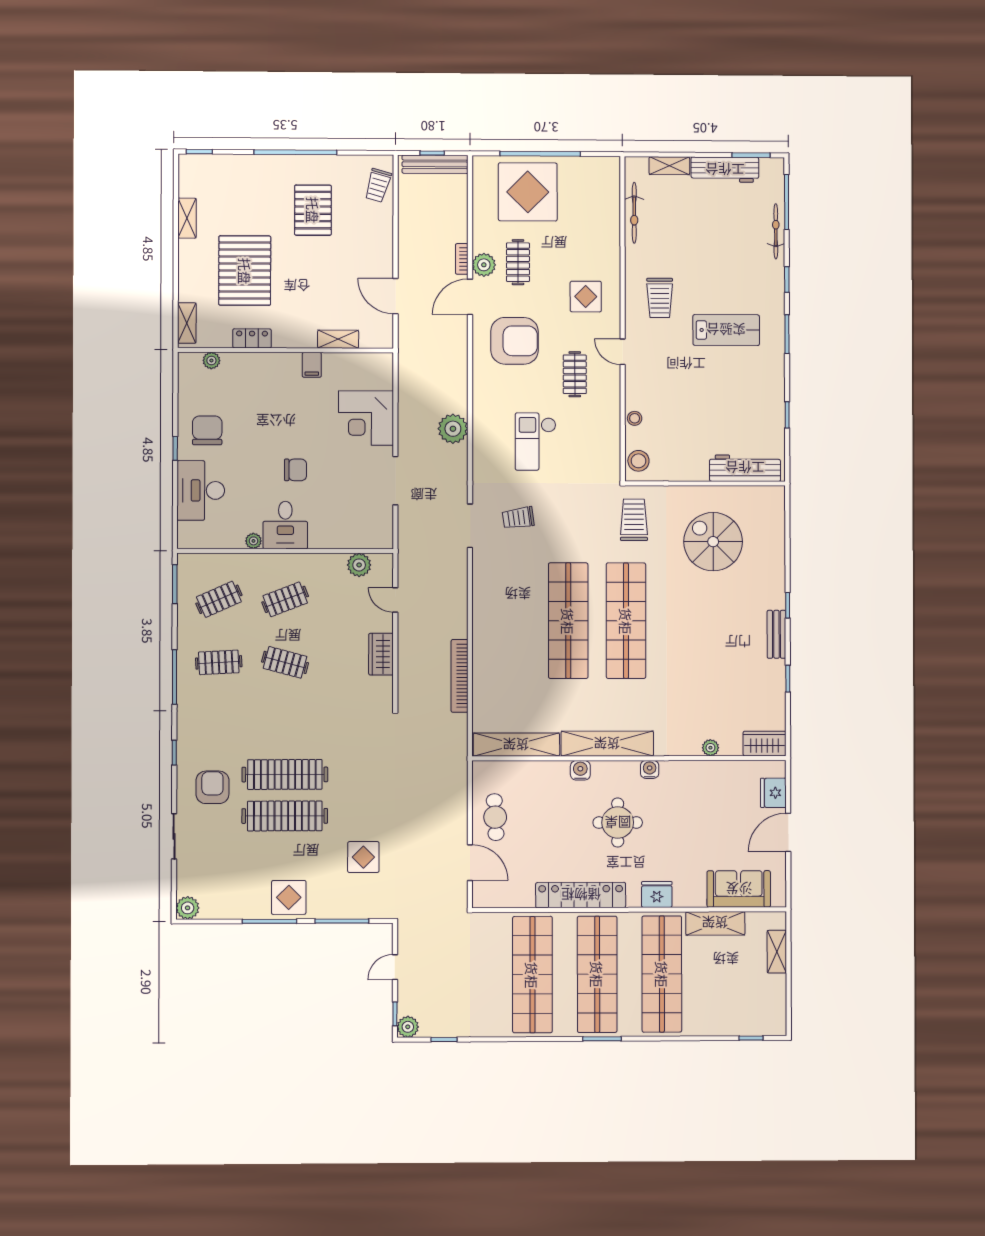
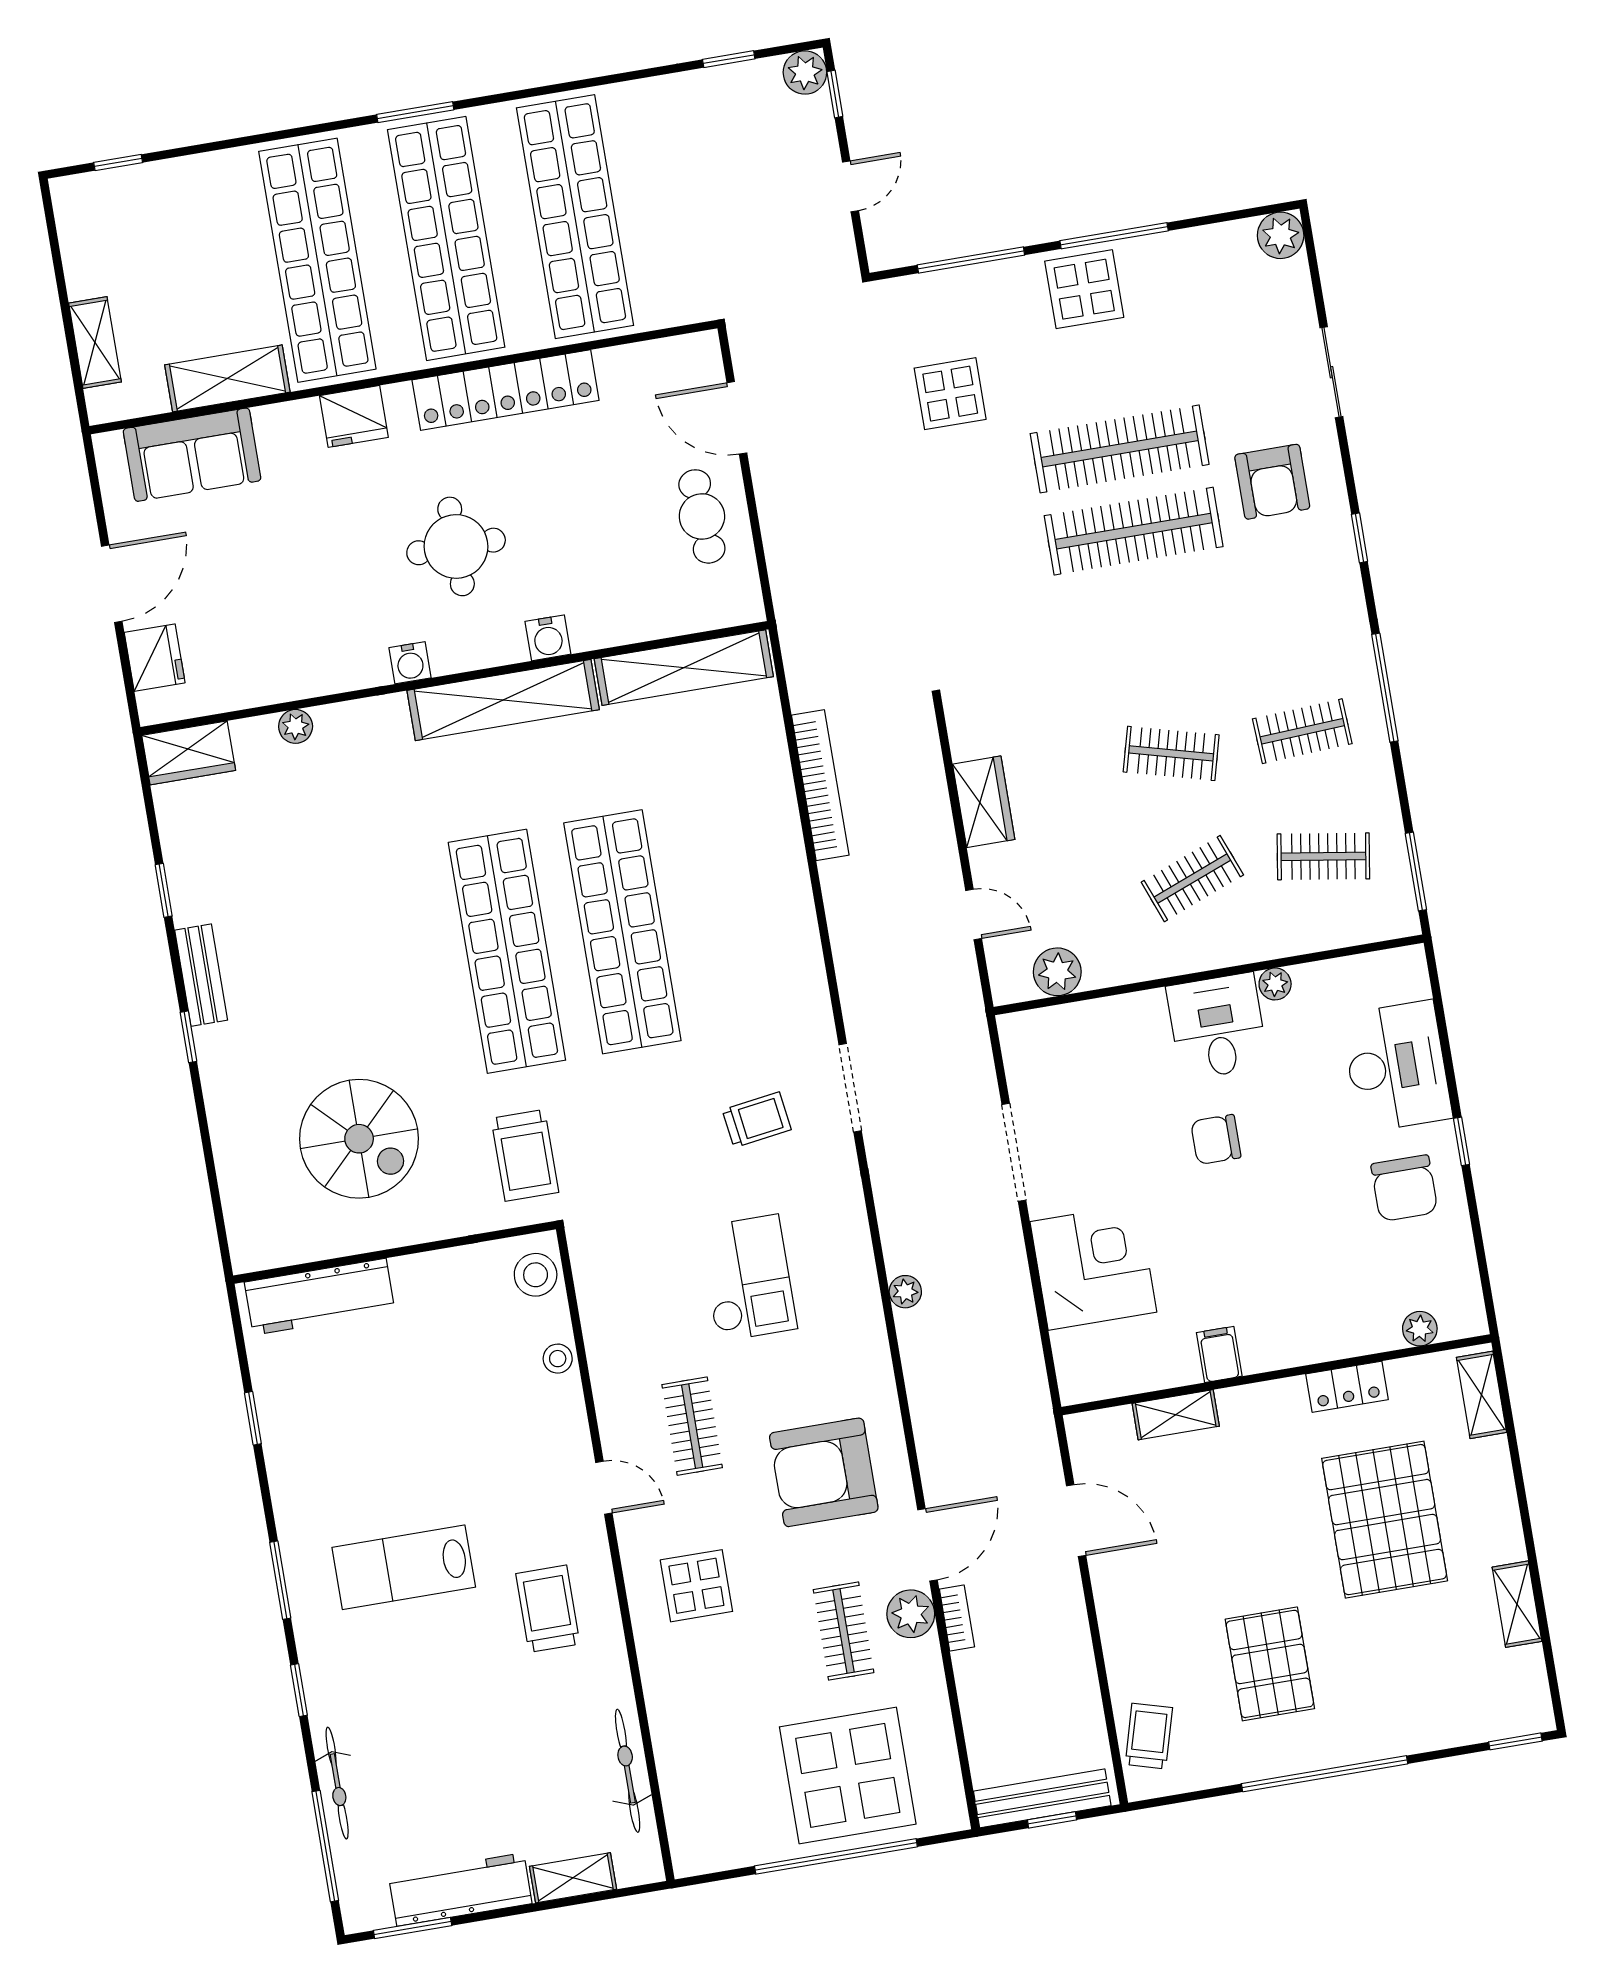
plant: (453, 429) -> (905, 1292), width x0.53, depth x0.53
clothes rail: (219, 599) -> (1323, 856), turned 33

